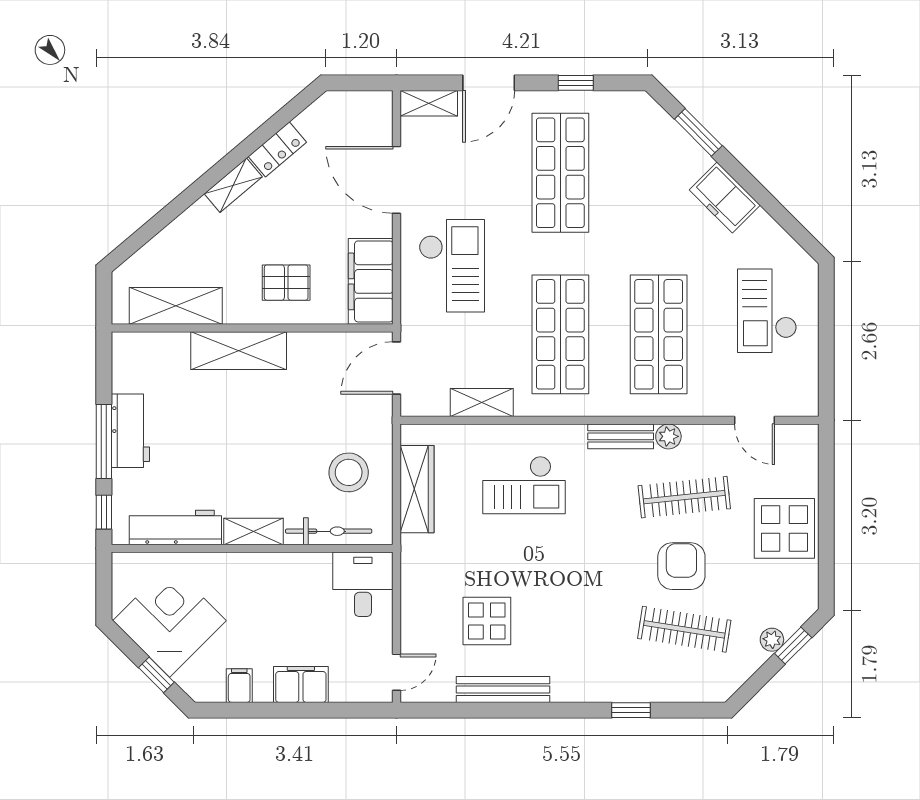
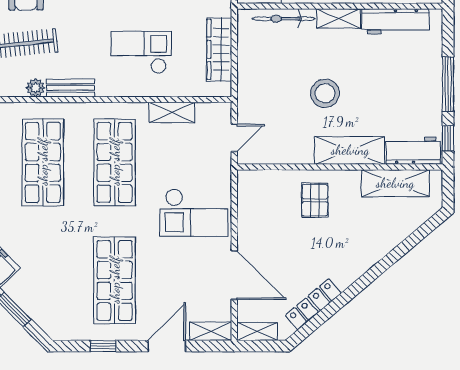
locker: (277, 149) -> (313, 304), width x1.53
shelving: (233, 185) -> (257, 331), moved, turned 40
checkout: (452, 266) -> (194, 213), turned -90
filing cabinet: (371, 281) -> (253, 201), removed
pallet: (286, 283) -> (315, 200), turned 90
door: (397, 368) -> (234, 138), width x0.73
workbench: (130, 431) -> (413, 151), moved, turned 90
stool: (349, 472) -> (325, 93), moved
window: (104, 512) -> (448, 138), moved

